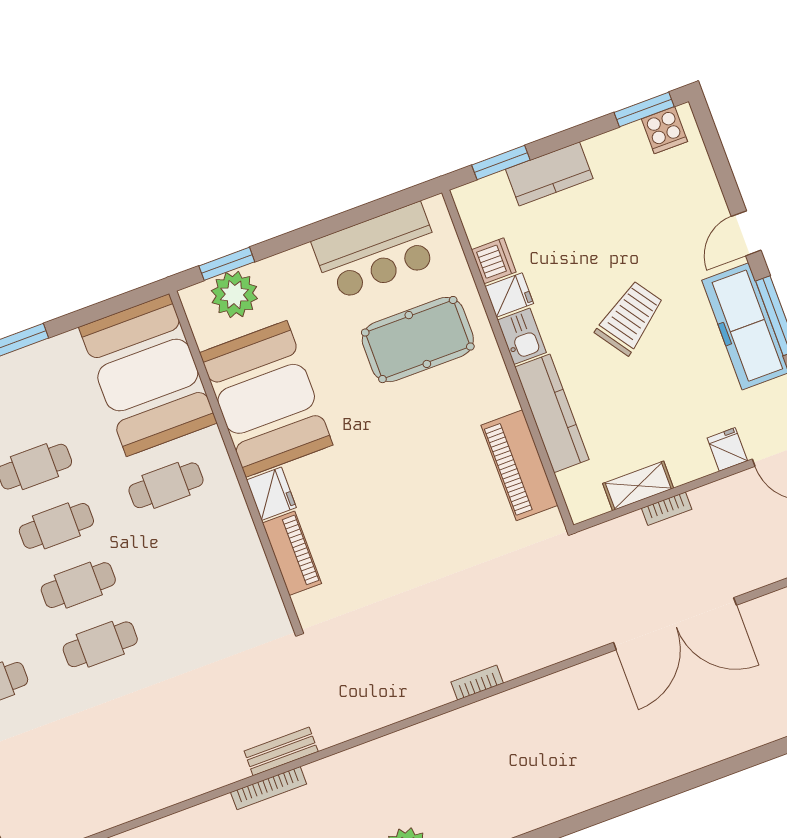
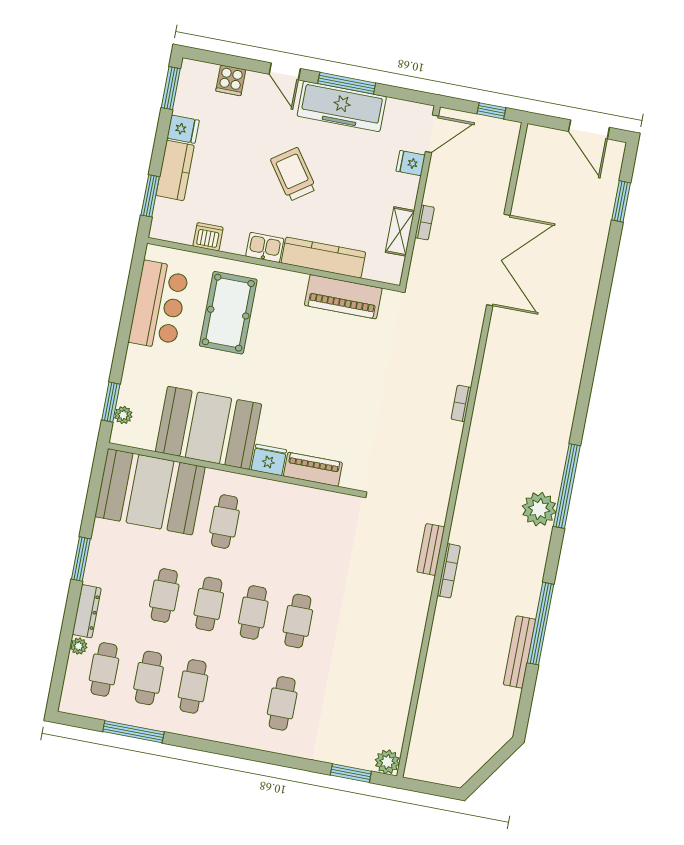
cooker: (664, 130) -> (231, 80), moved, turned 90
plant: (234, 295) -> (123, 415), width x0.53, depth x0.53
fridge: (509, 295) -> (183, 129), moved, turned 90

